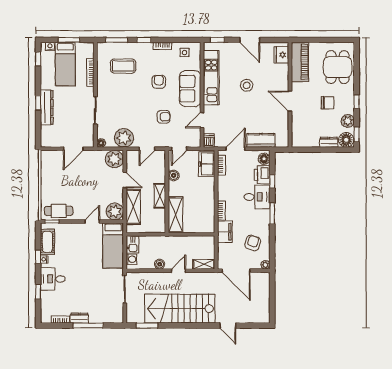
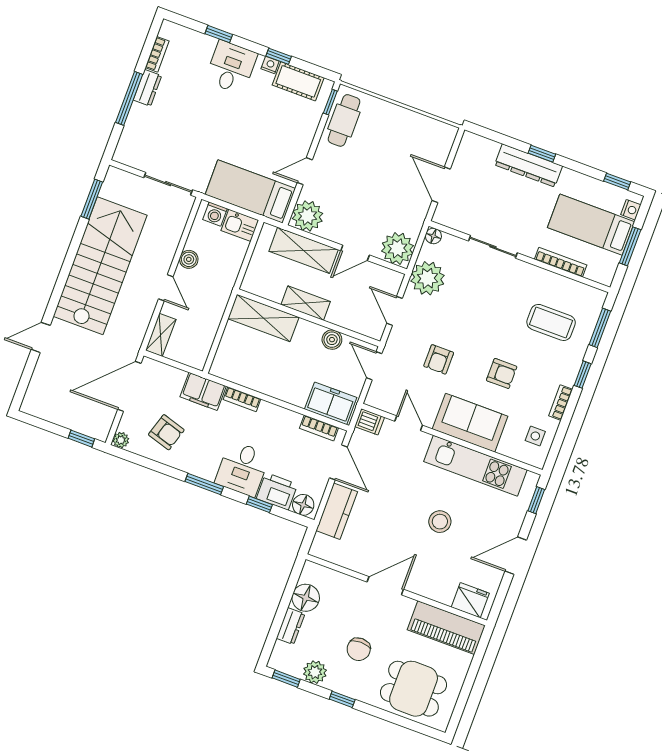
coffee table: (123, 66) -> (551, 322), turned 90
floor lamp: (346, 140) -> (306, 598), moved
door: (92, 221) -> (305, 171), swing flipped
window: (272, 285) -> (81, 439), added

